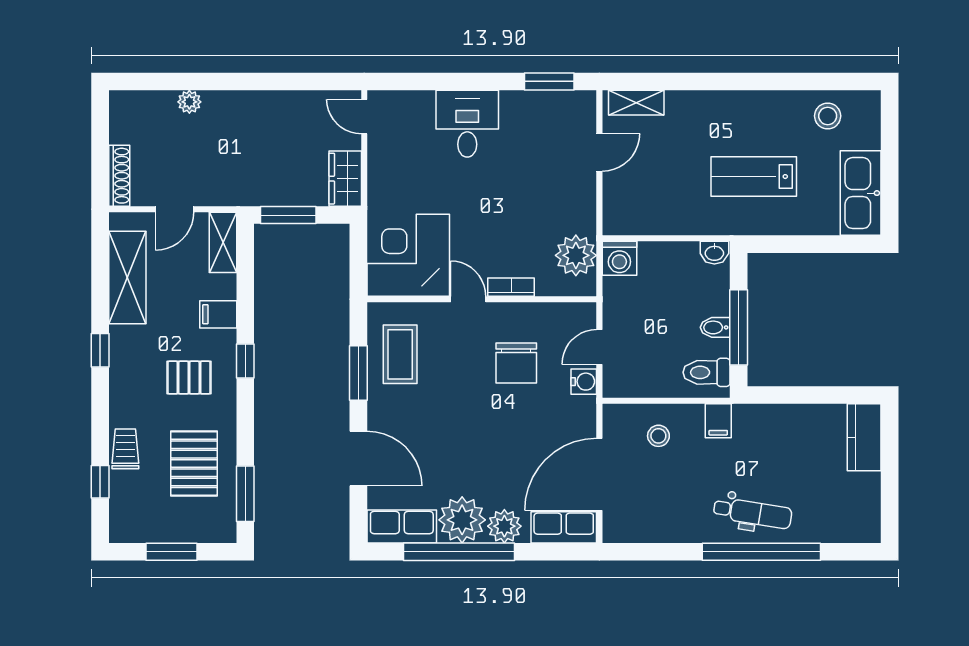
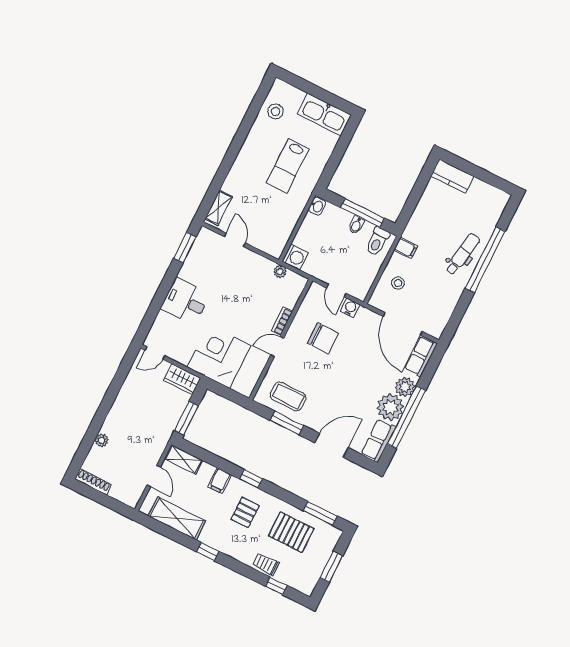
shoe rack: (119, 176) -> (93, 482), moved
corner desk: (408, 255) -> (219, 356), moved, turned 90
plant: (576, 255) -> (280, 271), width x0.53, depth x0.53

